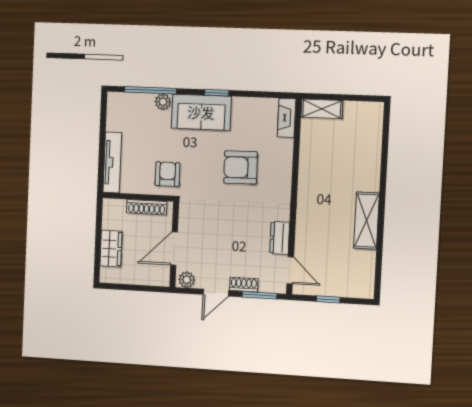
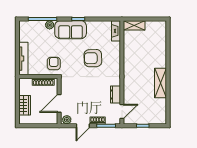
door: (290, 270) -> (122, 111), hinge flipped

